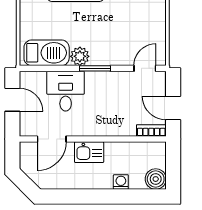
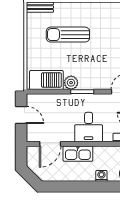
desk: (66, 91) -> (89, 127), moved, turned 180
kitchen sink: (89, 152) -> (78, 154), width x1.38

